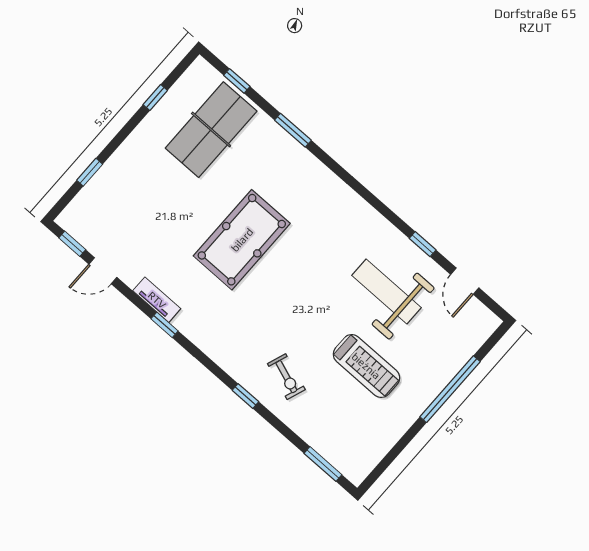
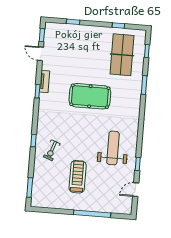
table tennis table: (211, 130) -> (122, 55), turned 90
weight bench: (386, 291) -> (113, 148), moved
treadmill: (366, 366) -> (78, 177), turned 180

